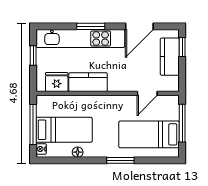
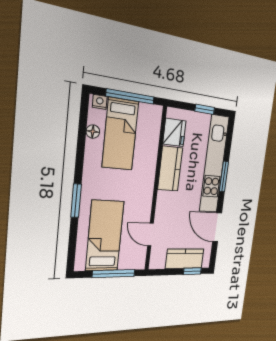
floor lamp: (78, 152) -> (93, 132), moved

